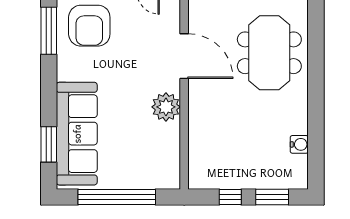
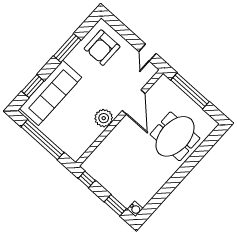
window: (49, 31) -> (67, 48), moved
water cooler: (299, 144) -> (135, 209), moved
window: (230, 197) -> (87, 179), moved

